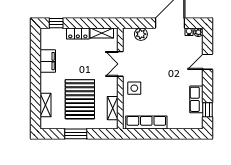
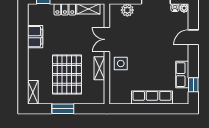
shelving: (46, 105) -> (33, 92), moved
shelving: (113, 108) -> (99, 68), moved
row of seats: (146, 122) -> (152, 97), moved

